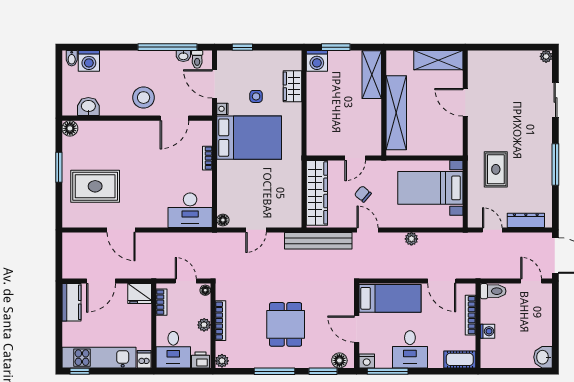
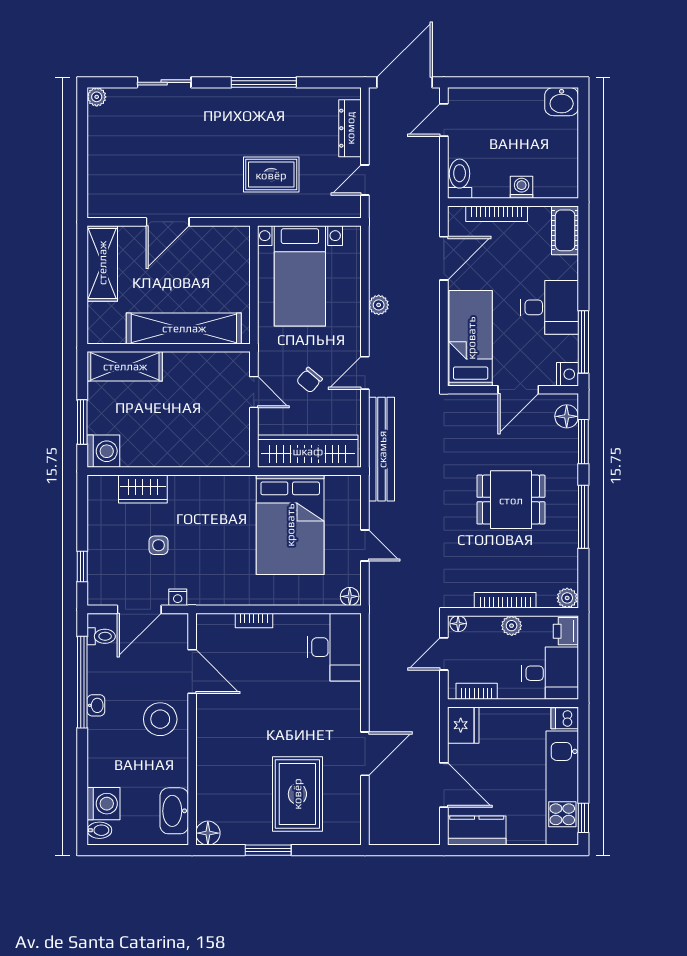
washbasin: (183, 56) -> (96, 705), moved
washbasin: (88, 107) -> (174, 811), width x1.38
bed: (249, 138) -> (290, 525), moved, turned 180

